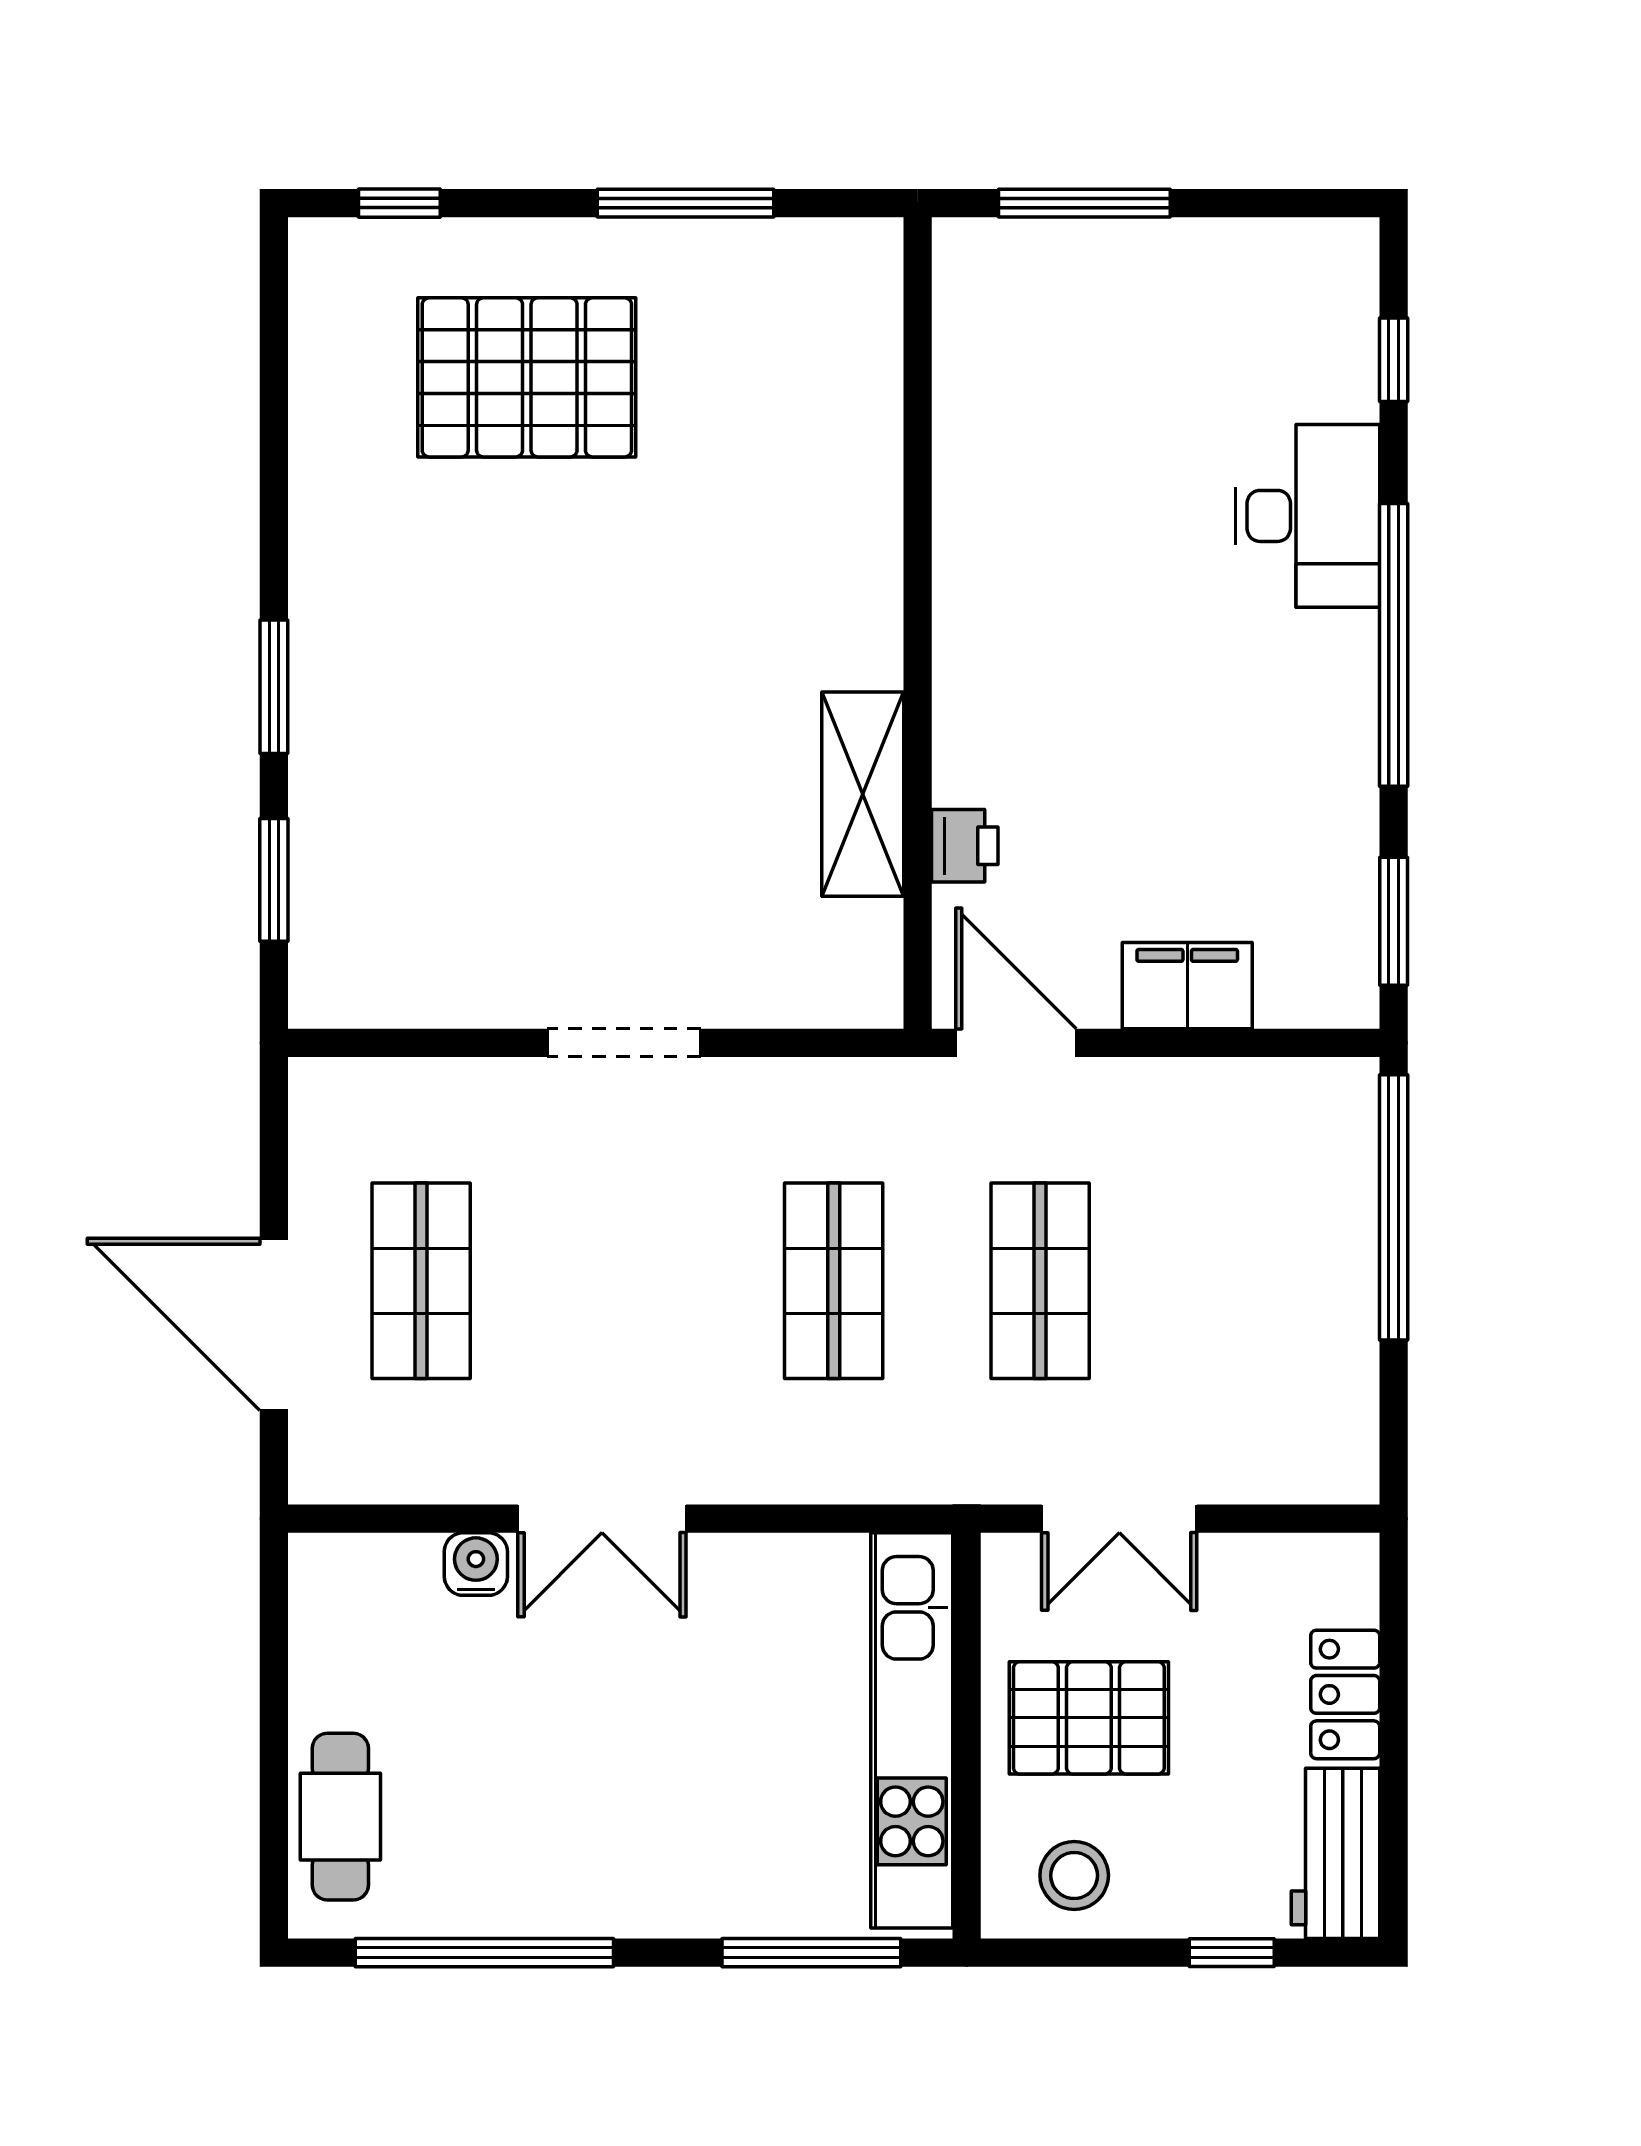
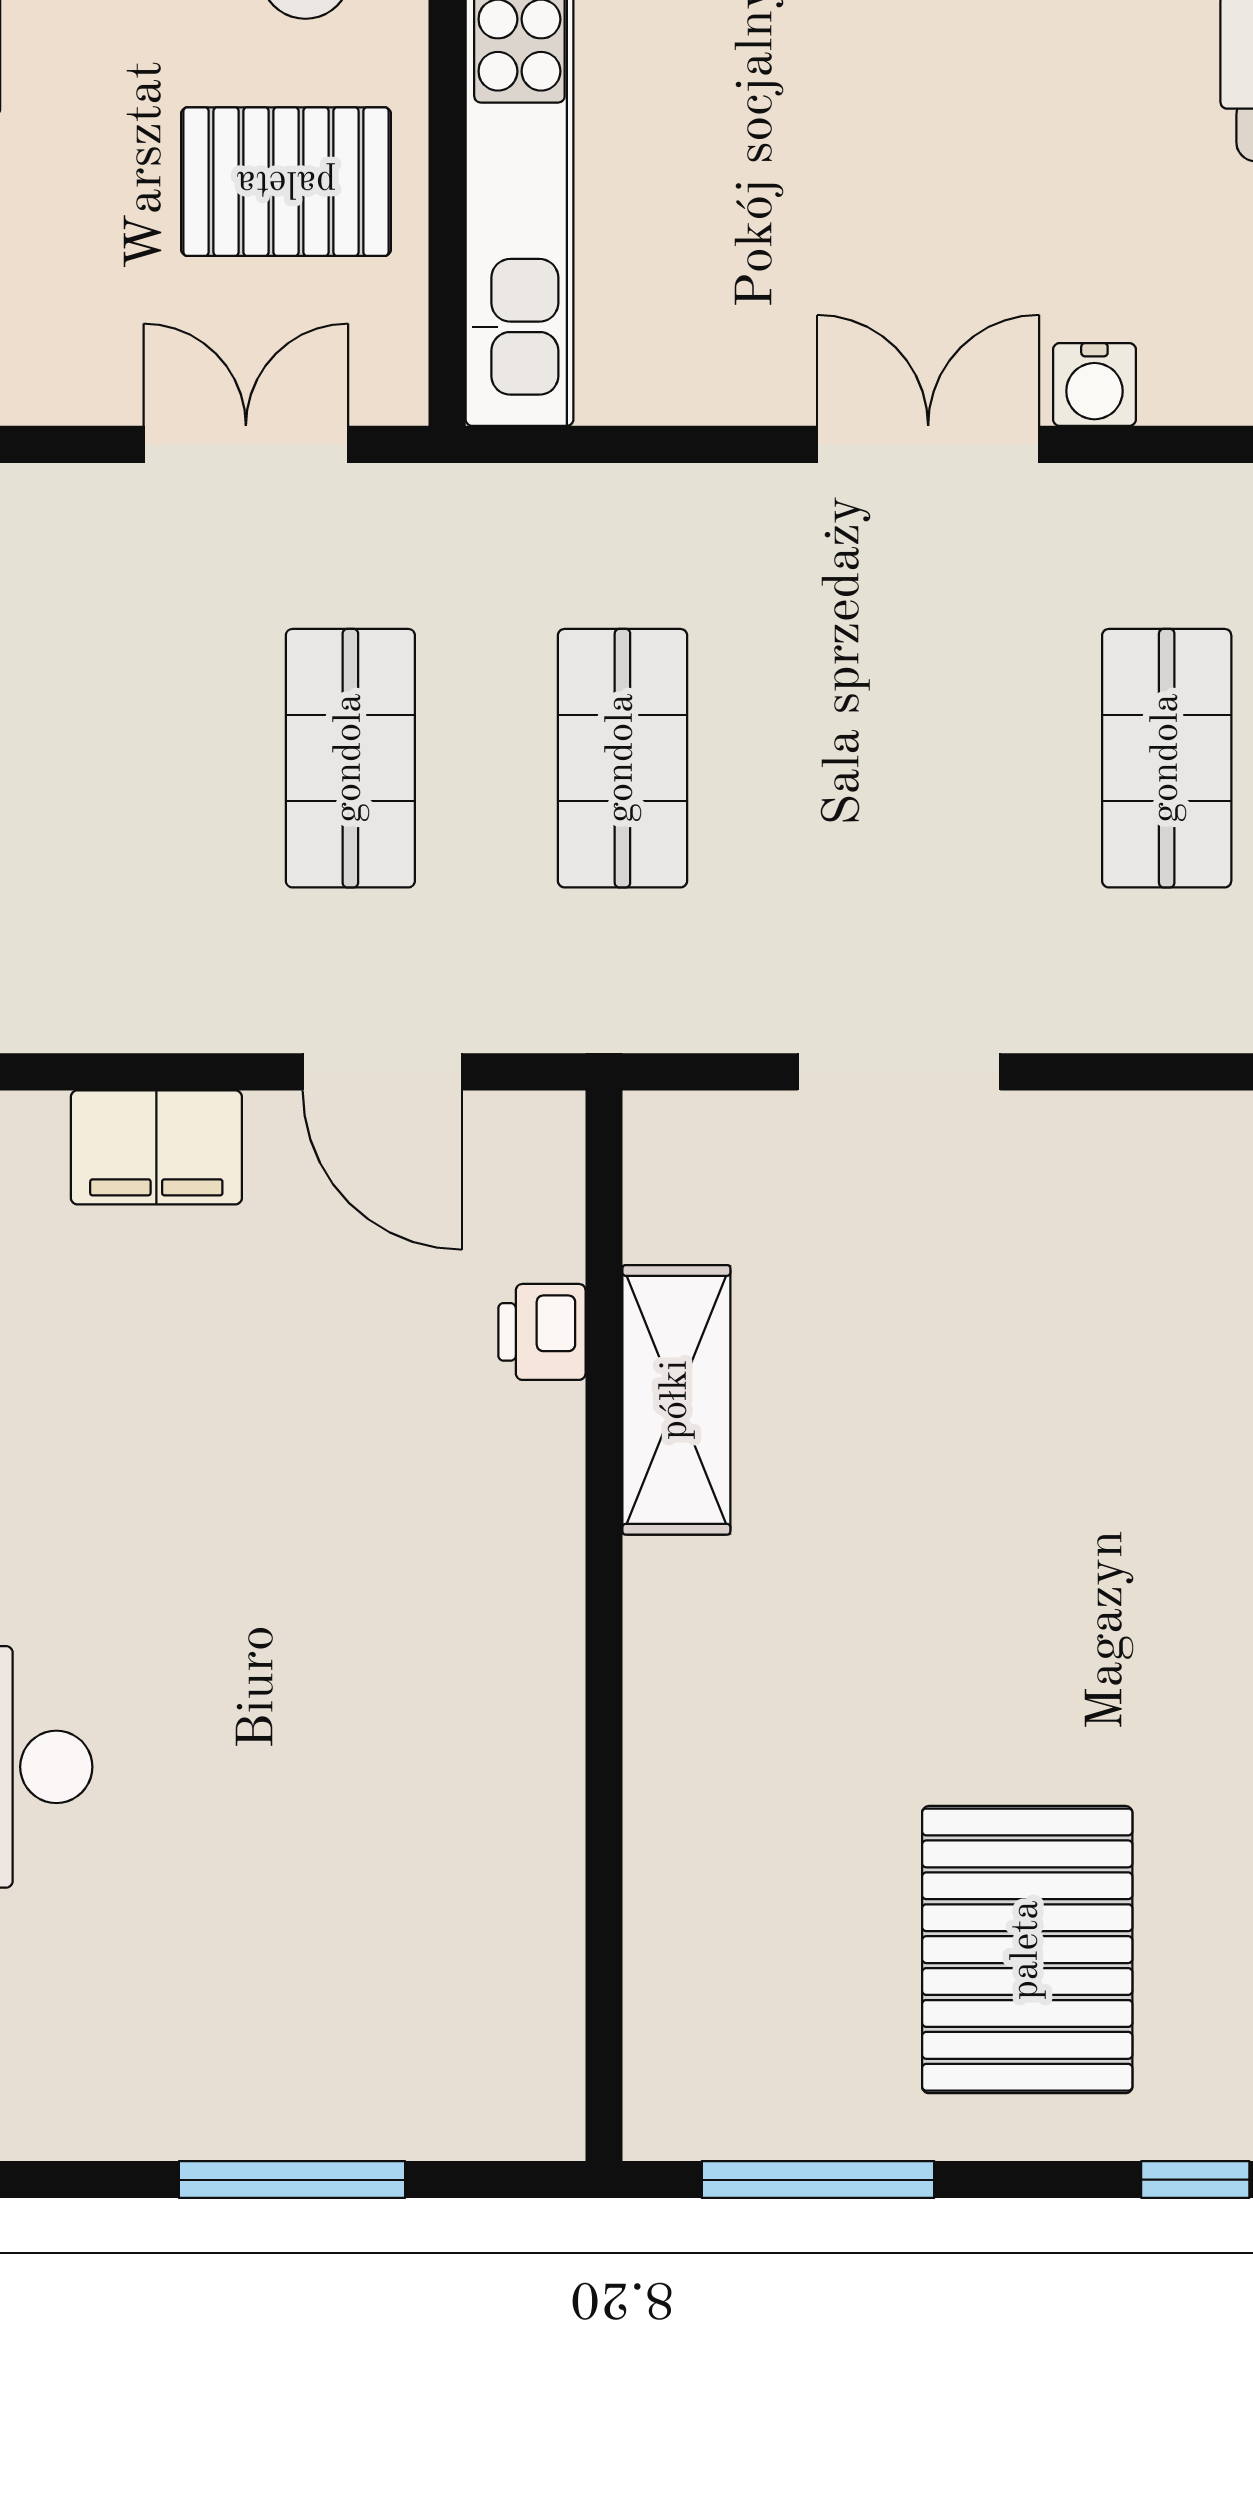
pallet: (527, 377) -> (1027, 1950), turned 90
wall: (918, 623) -> (604, 1626), moved
shelving: (863, 794) -> (676, 1400), moved
printer: (965, 846) -> (542, 1332), moved

